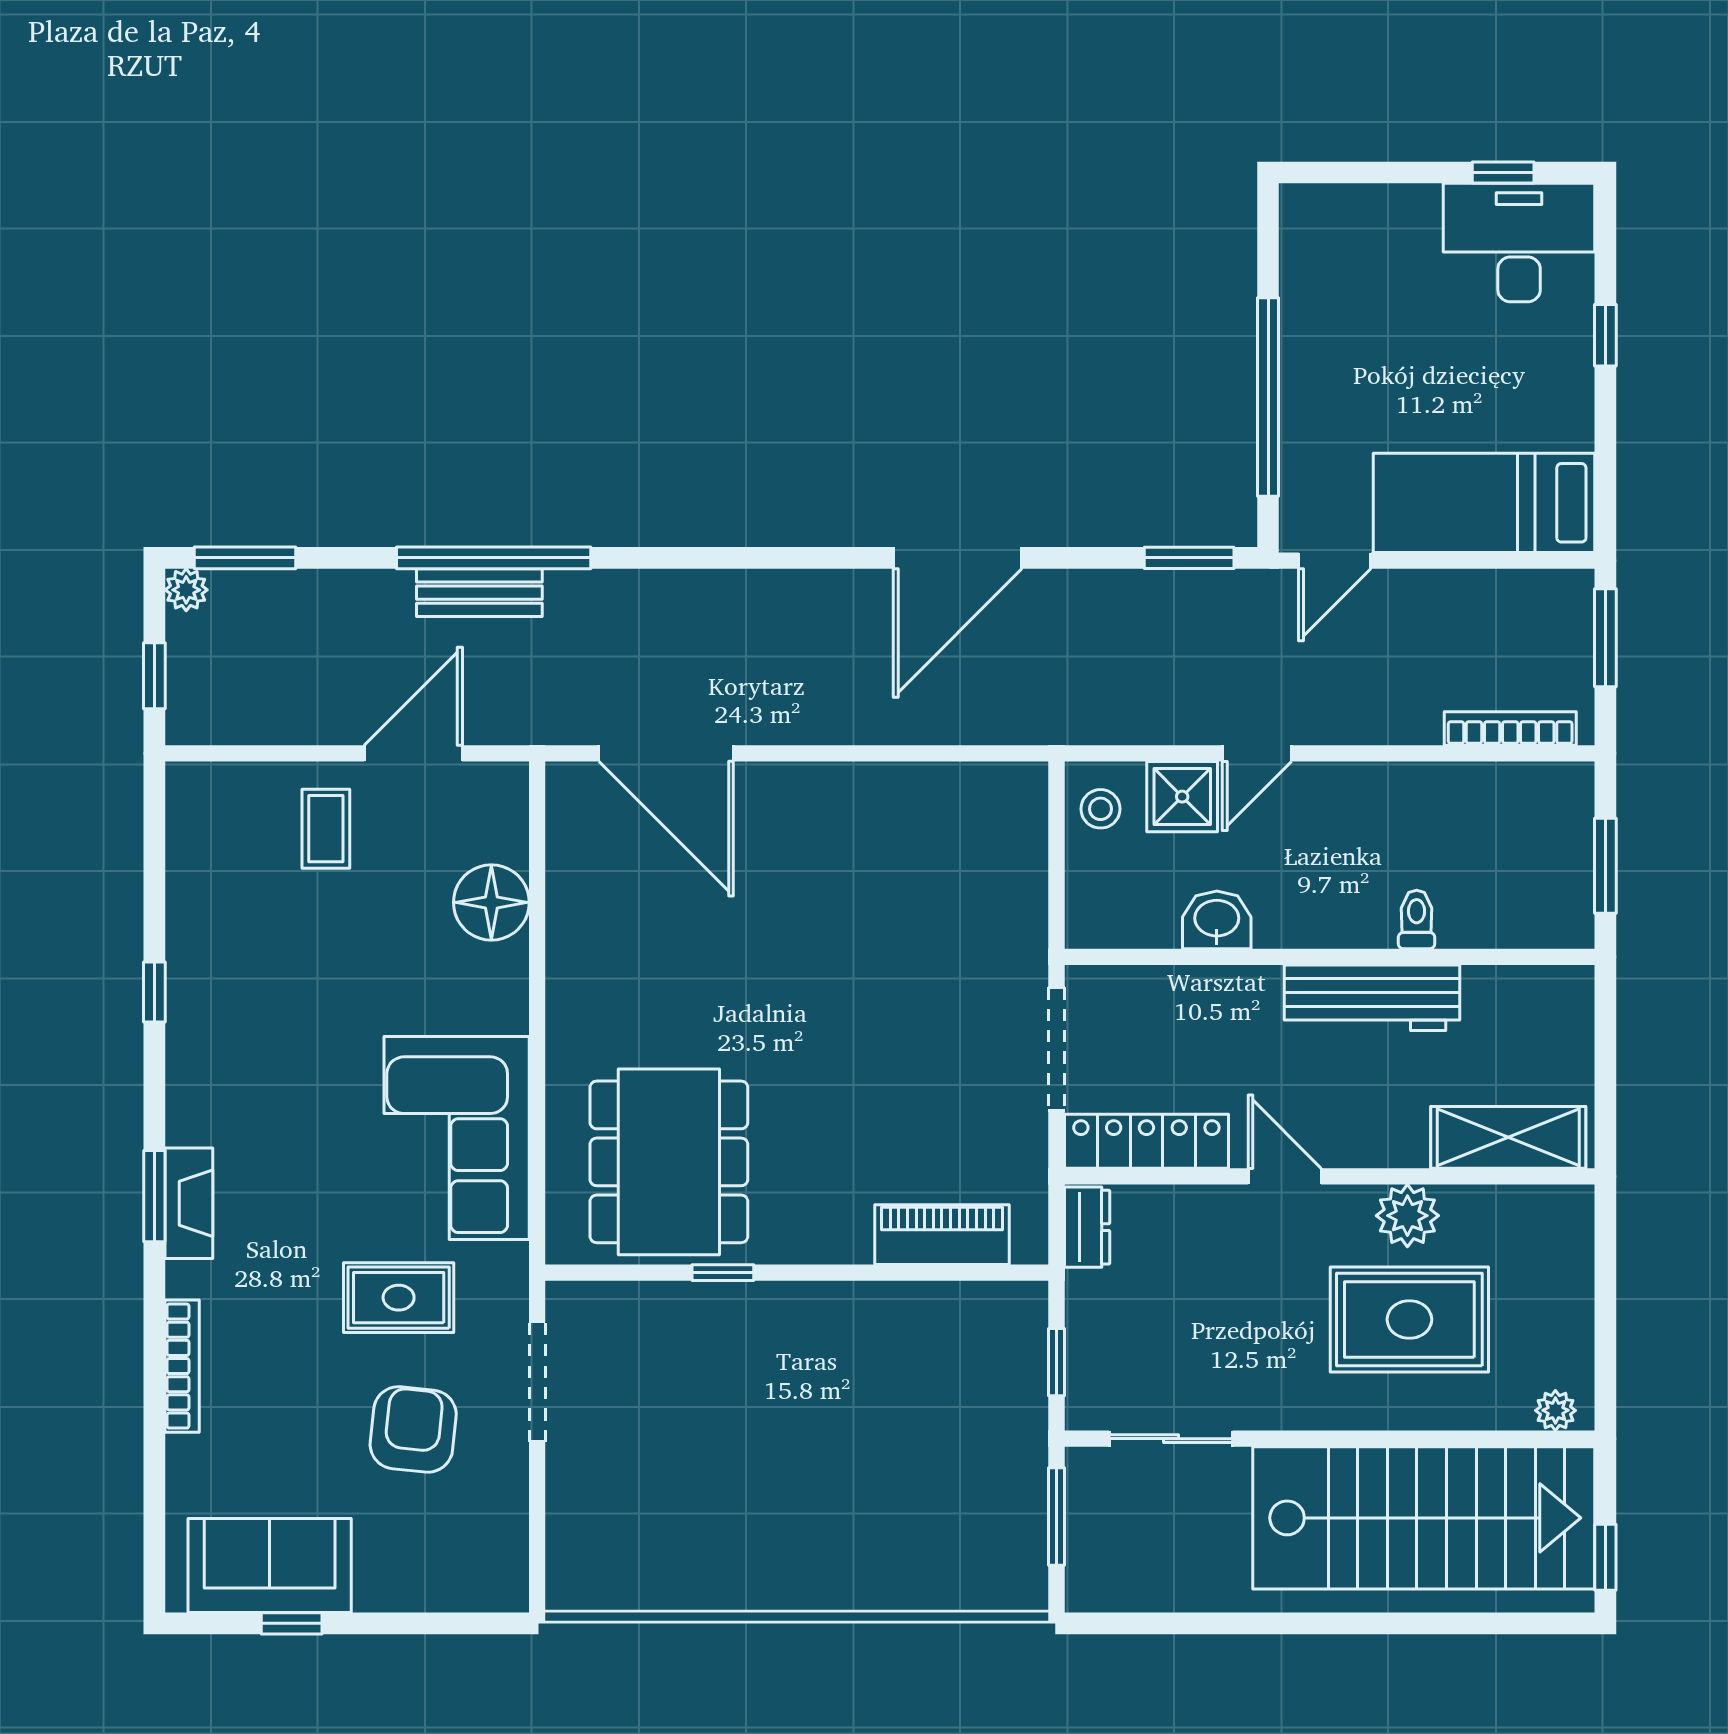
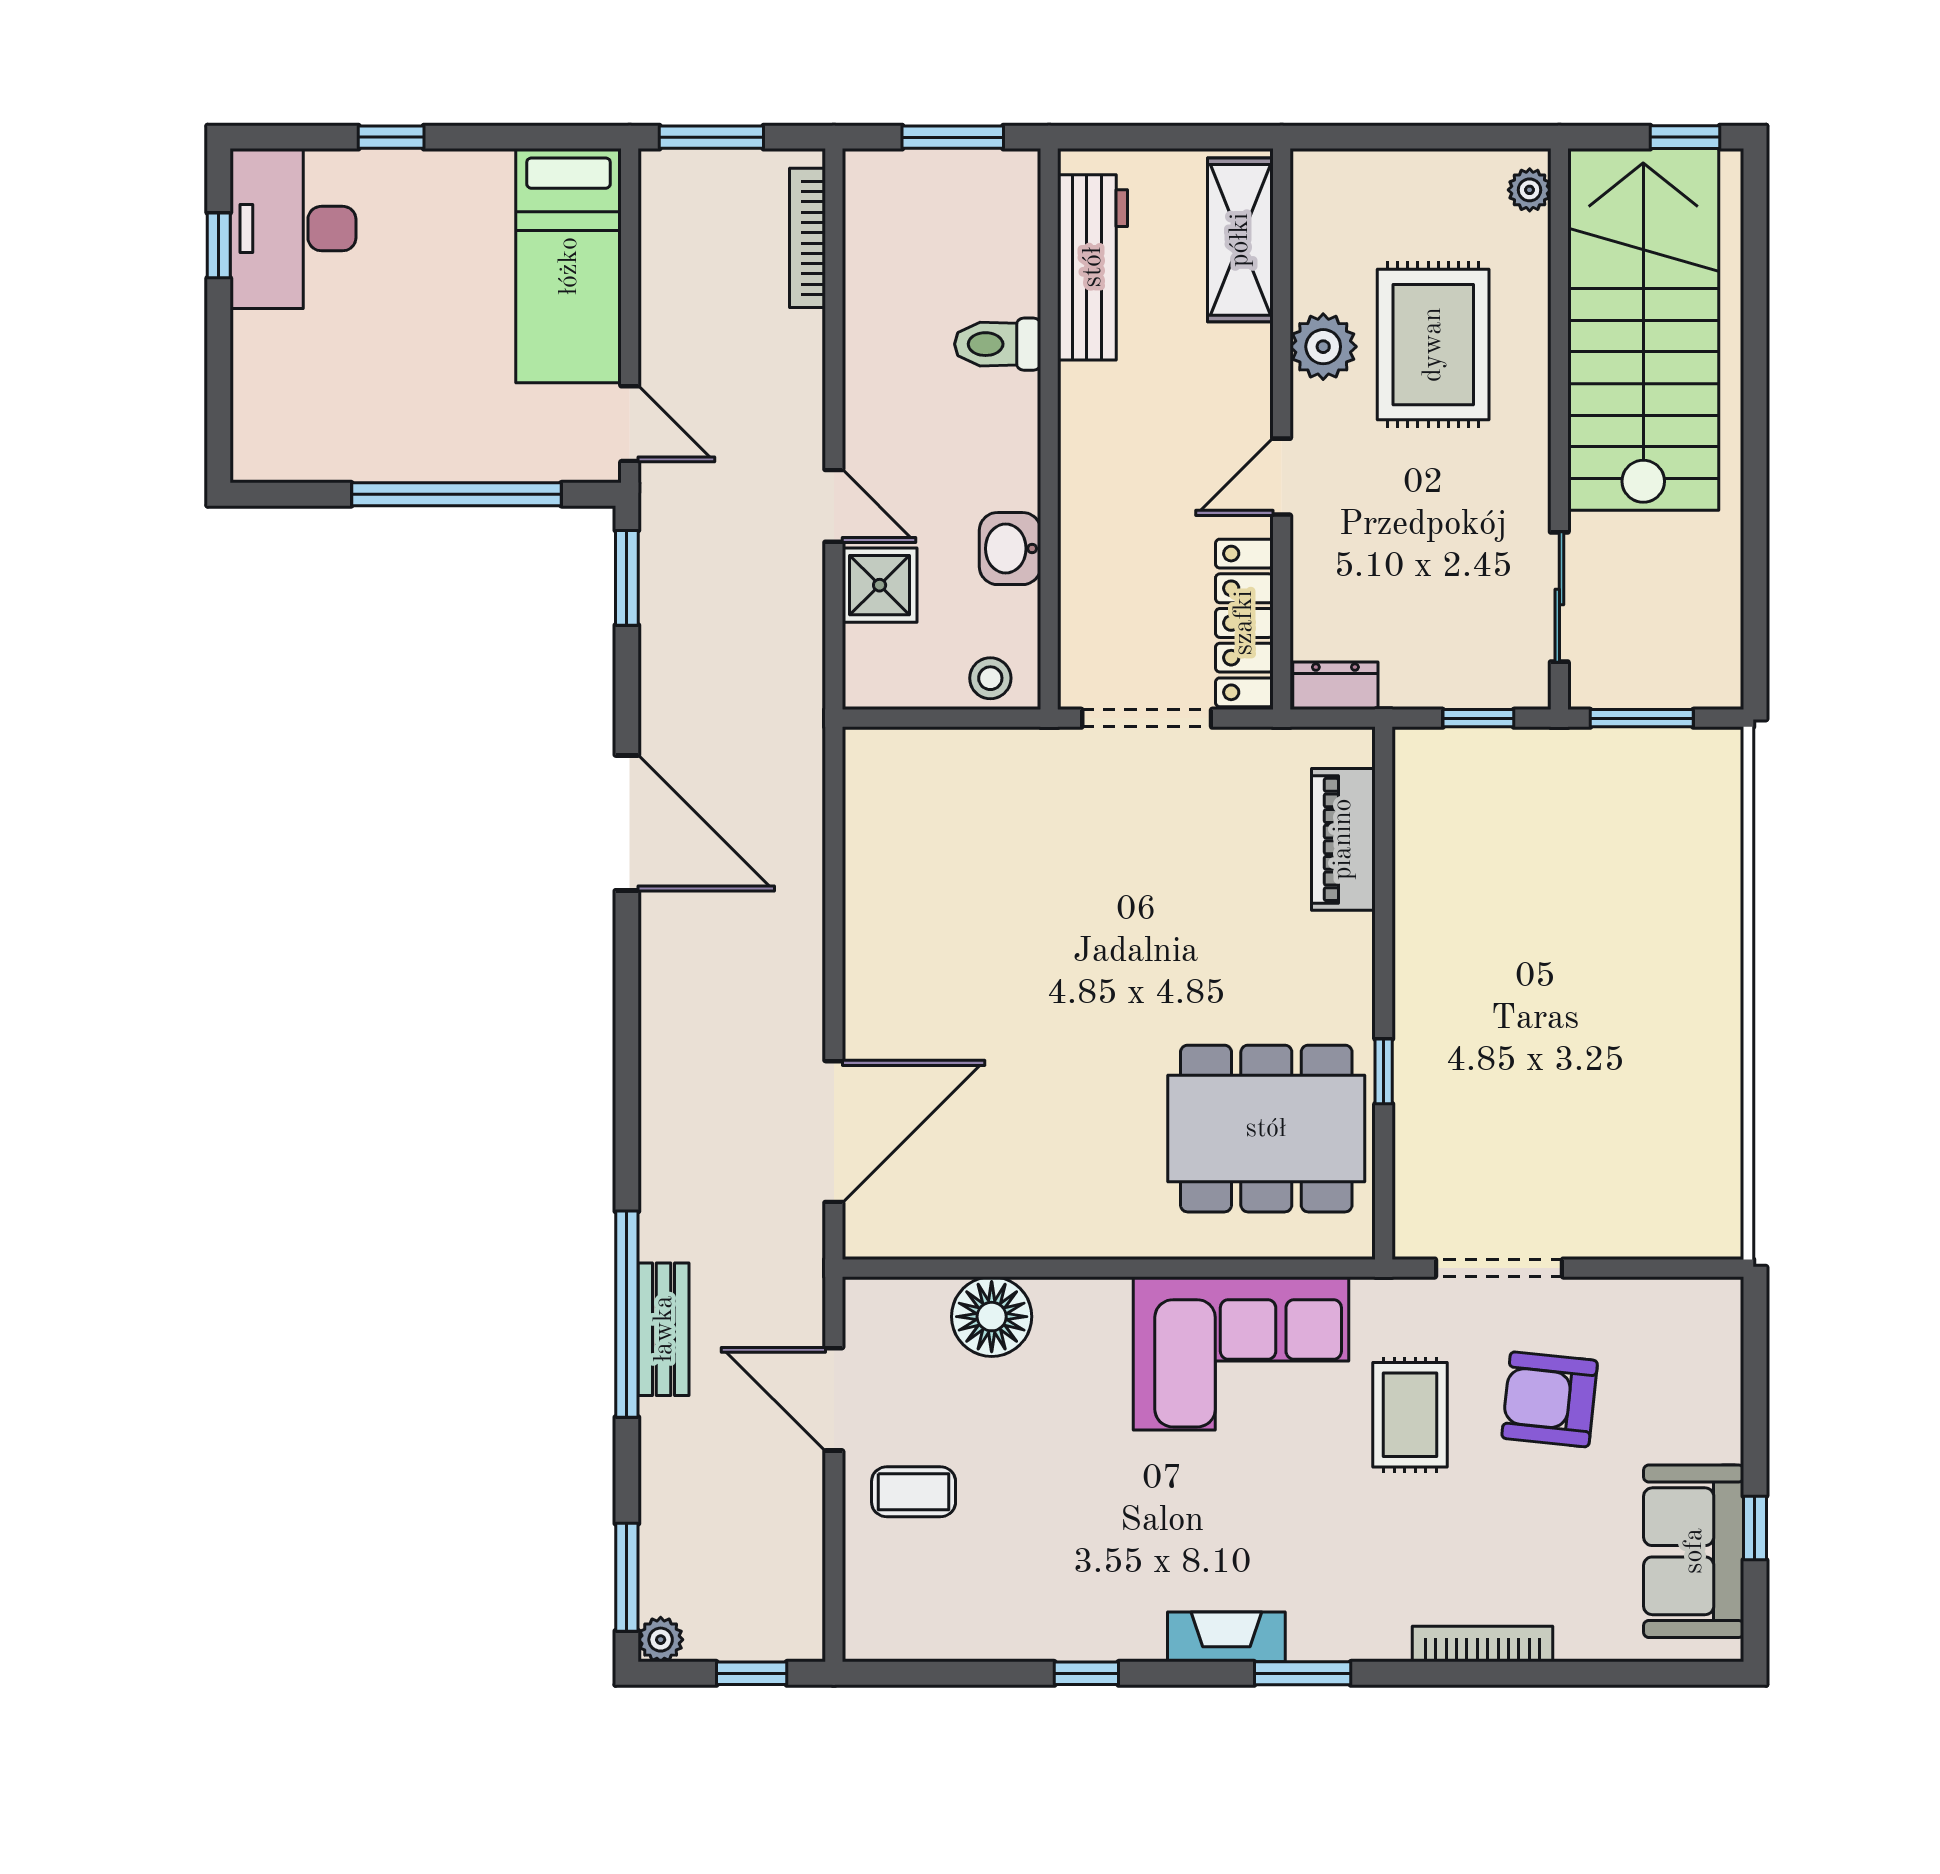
stool: (1101, 809) -> (990, 678), moved
toilet: (1417, 919) -> (998, 344), width x1.37, depth x1.39
workbench: (1372, 998) -> (1093, 267), moved
fireplace: (189, 1203) -> (1226, 1637), moved

